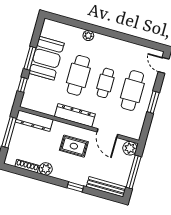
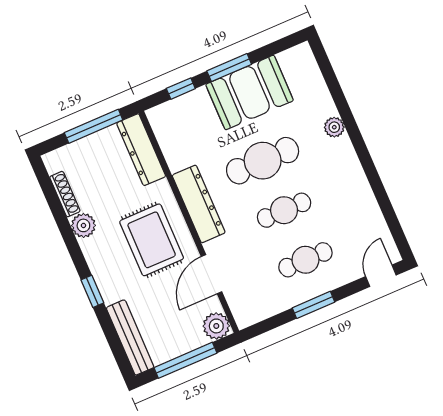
cafe table: (132, 91) -> (305, 260), width x0.73, depth x0.74
rug: (74, 146) -> (152, 240), width x1.36, depth x1.43

